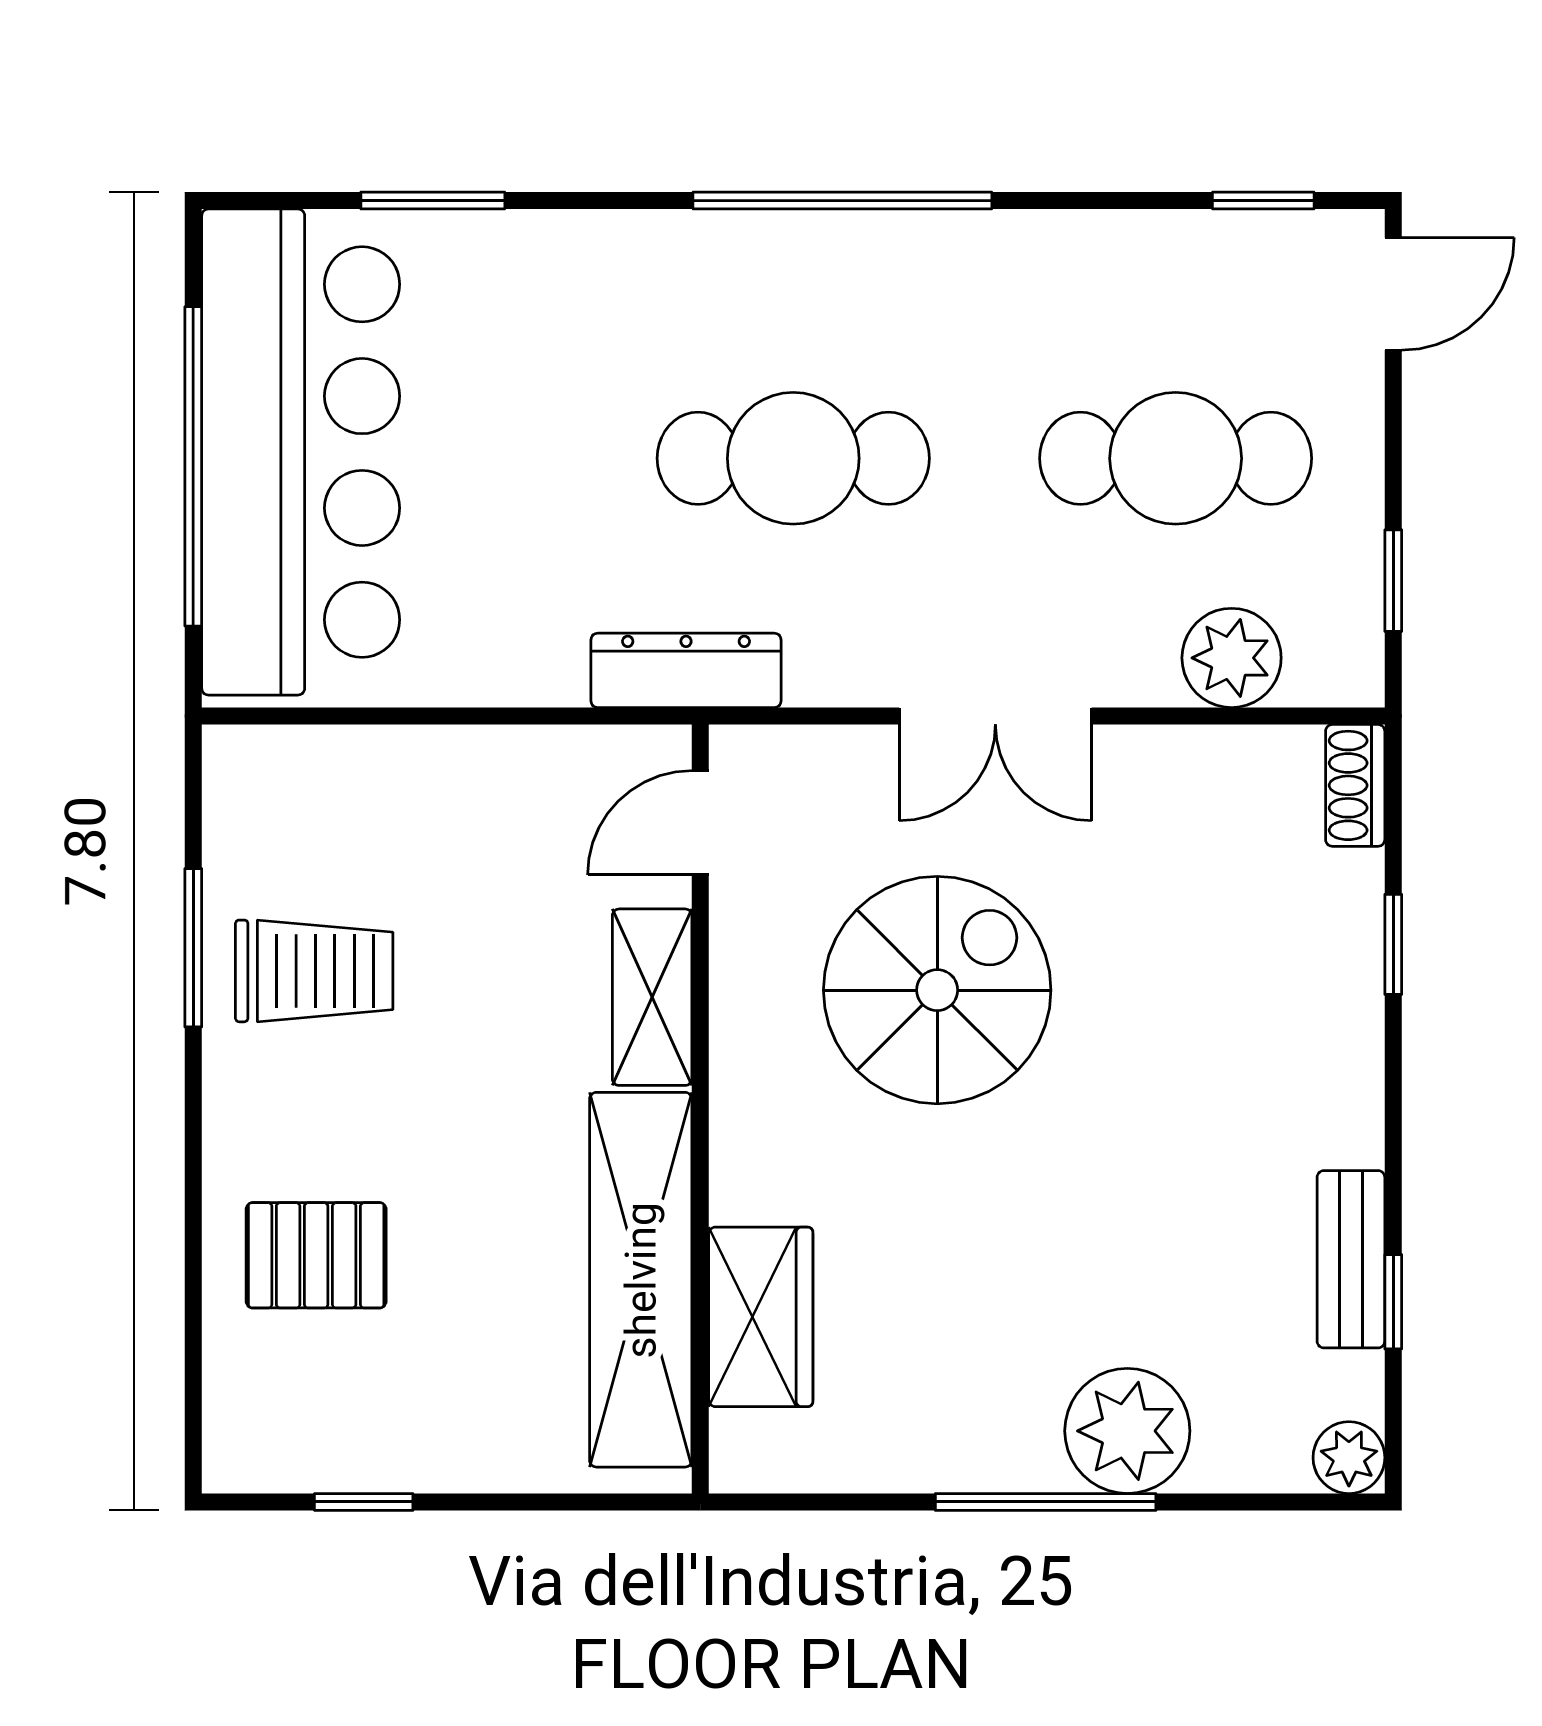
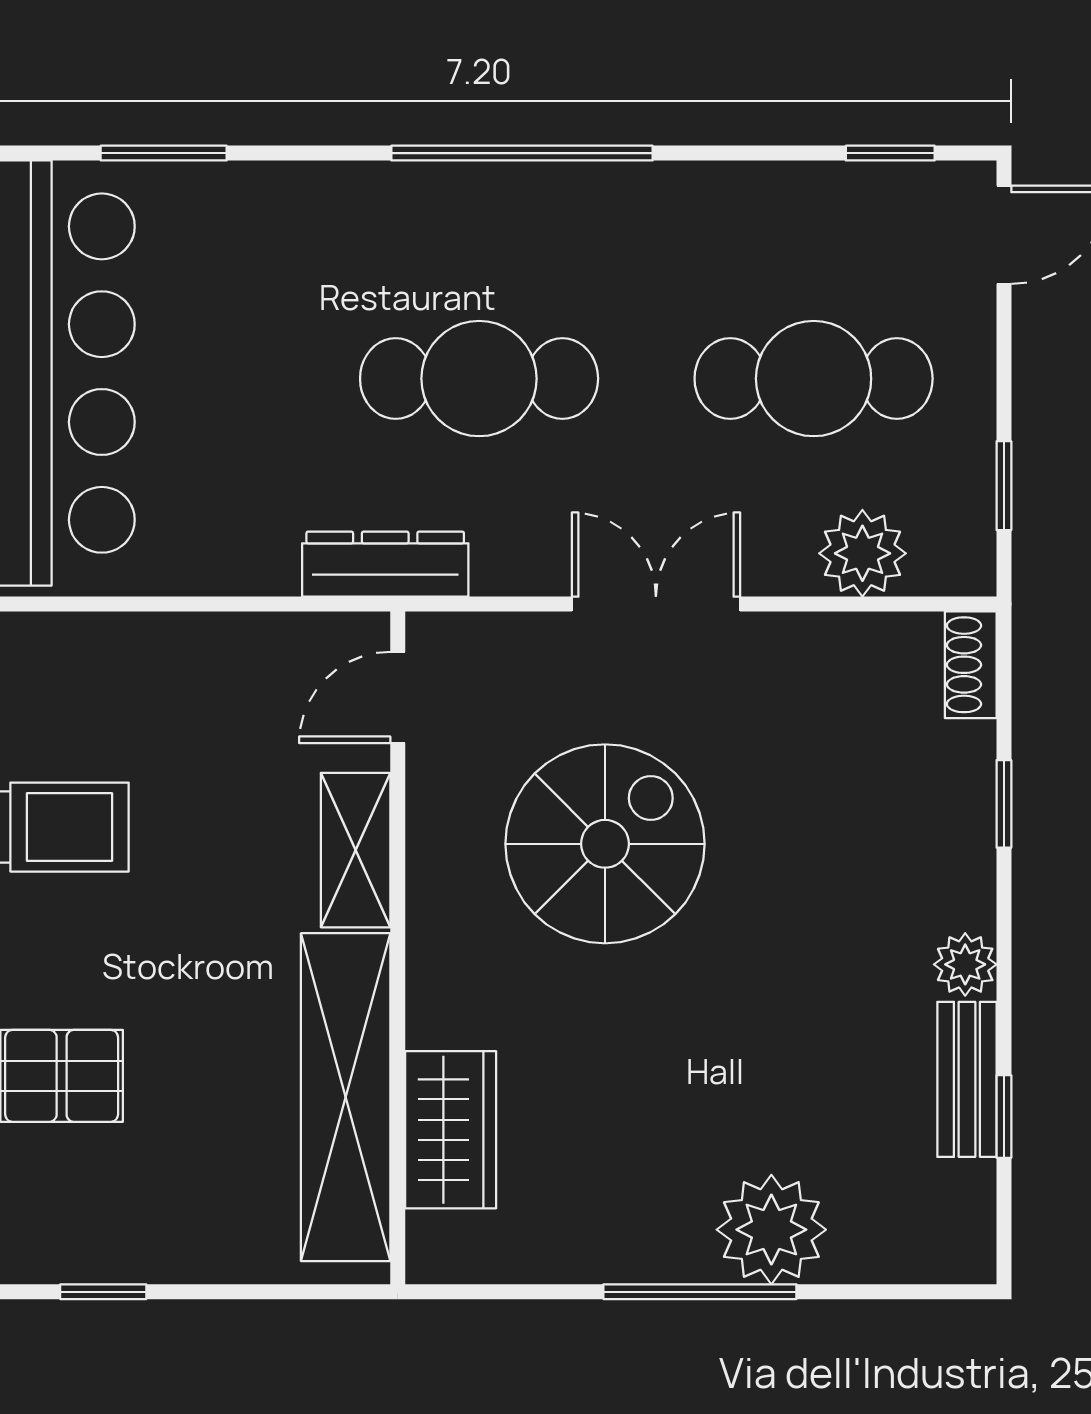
double door: (995, 716) -> (656, 604), swing flipped
plant: (1349, 1458) -> (965, 964), moved

